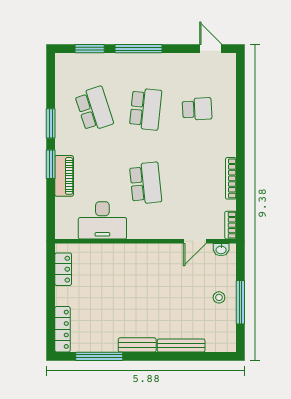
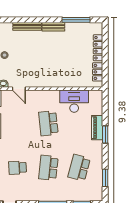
school desk: (94, 109) -> (79, 168), turned 33
window: (51, 123) -> (105, 178), moved
door: (195, 241) -> (19, 89), swing flipped
locker: (62, 329) -> (98, 48), moved

